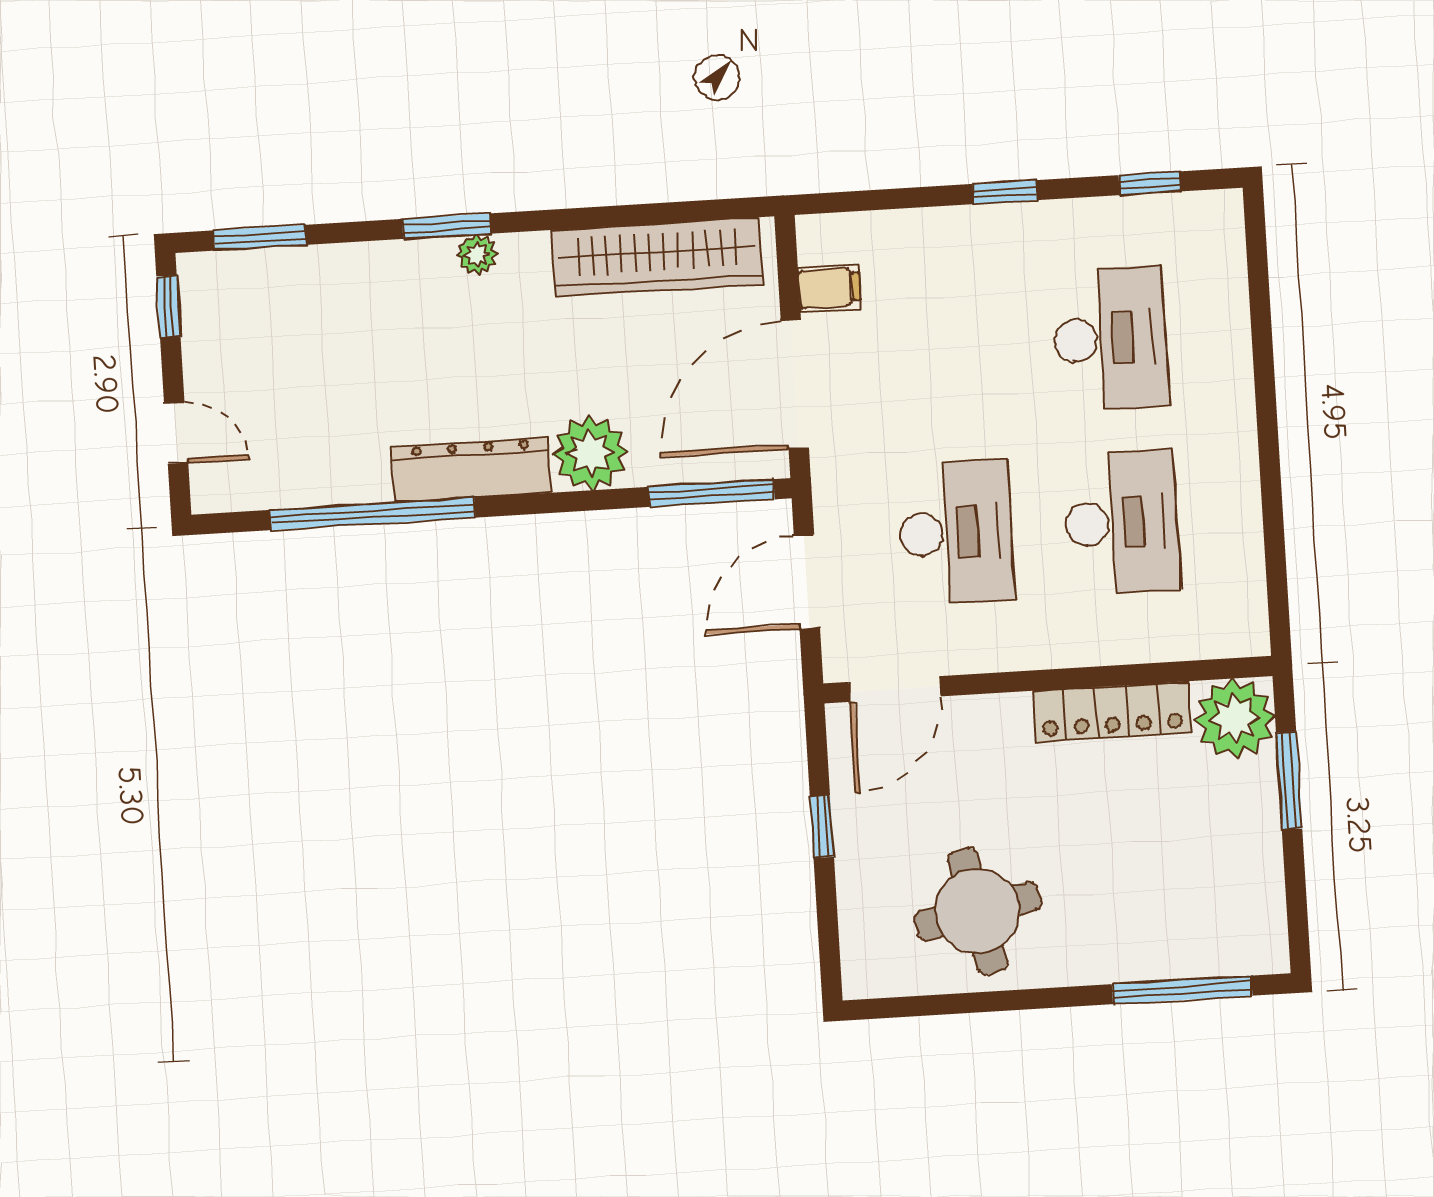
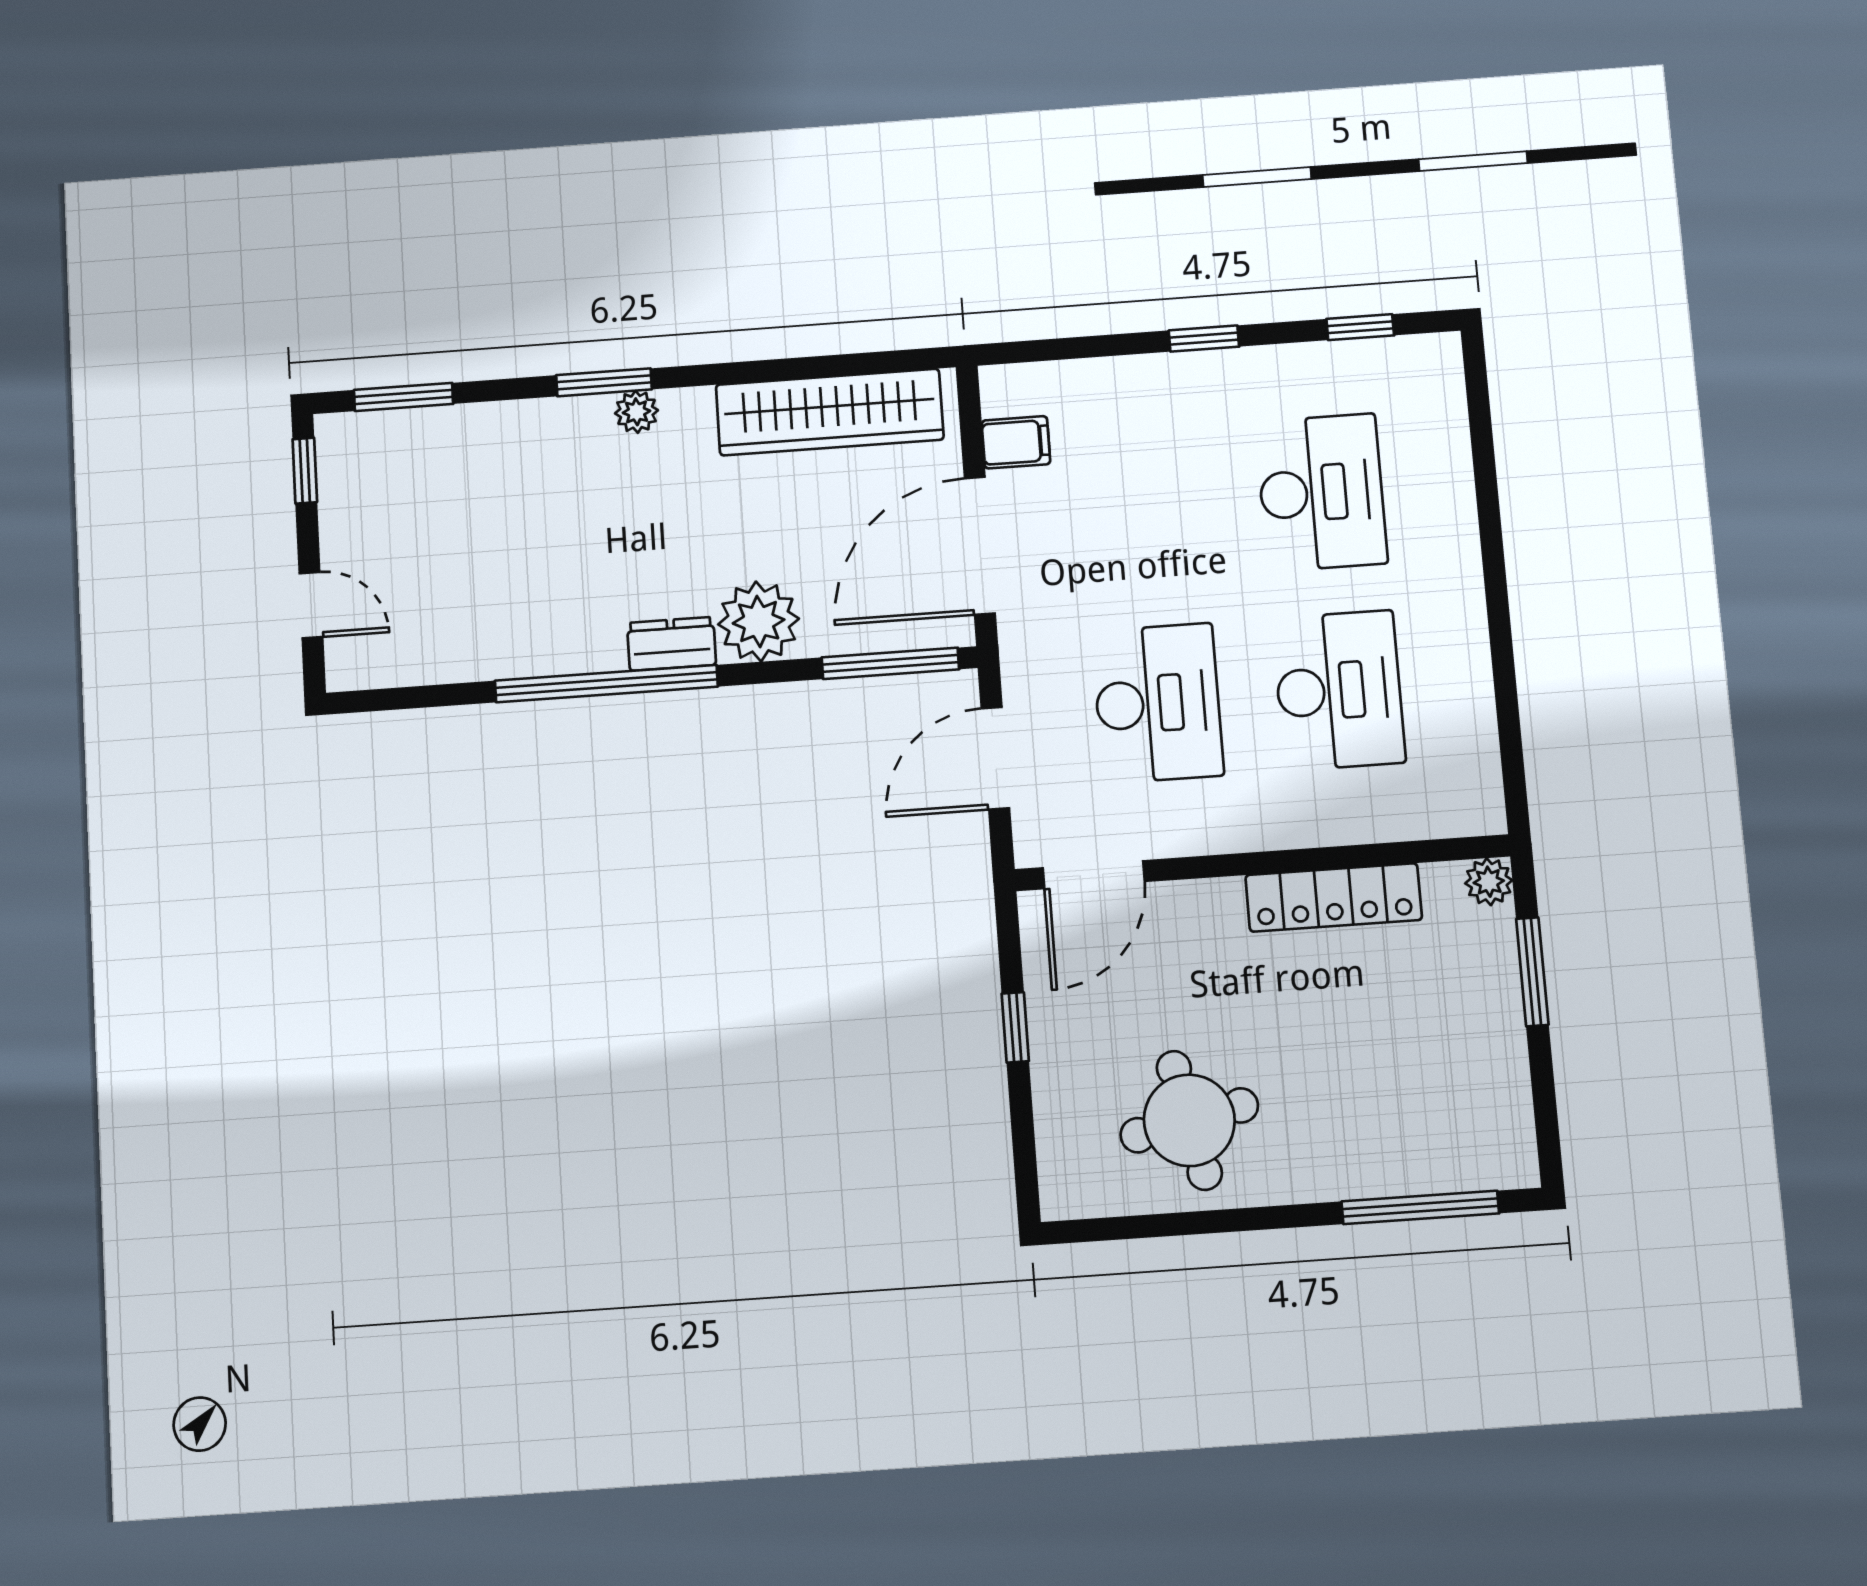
dresser: (471, 470) -> (672, 644), width x0.51, depth x0.80
window: (373, 514) -> (606, 684), moved
plant: (1235, 719) -> (1489, 882), width x0.53, depth x0.53

